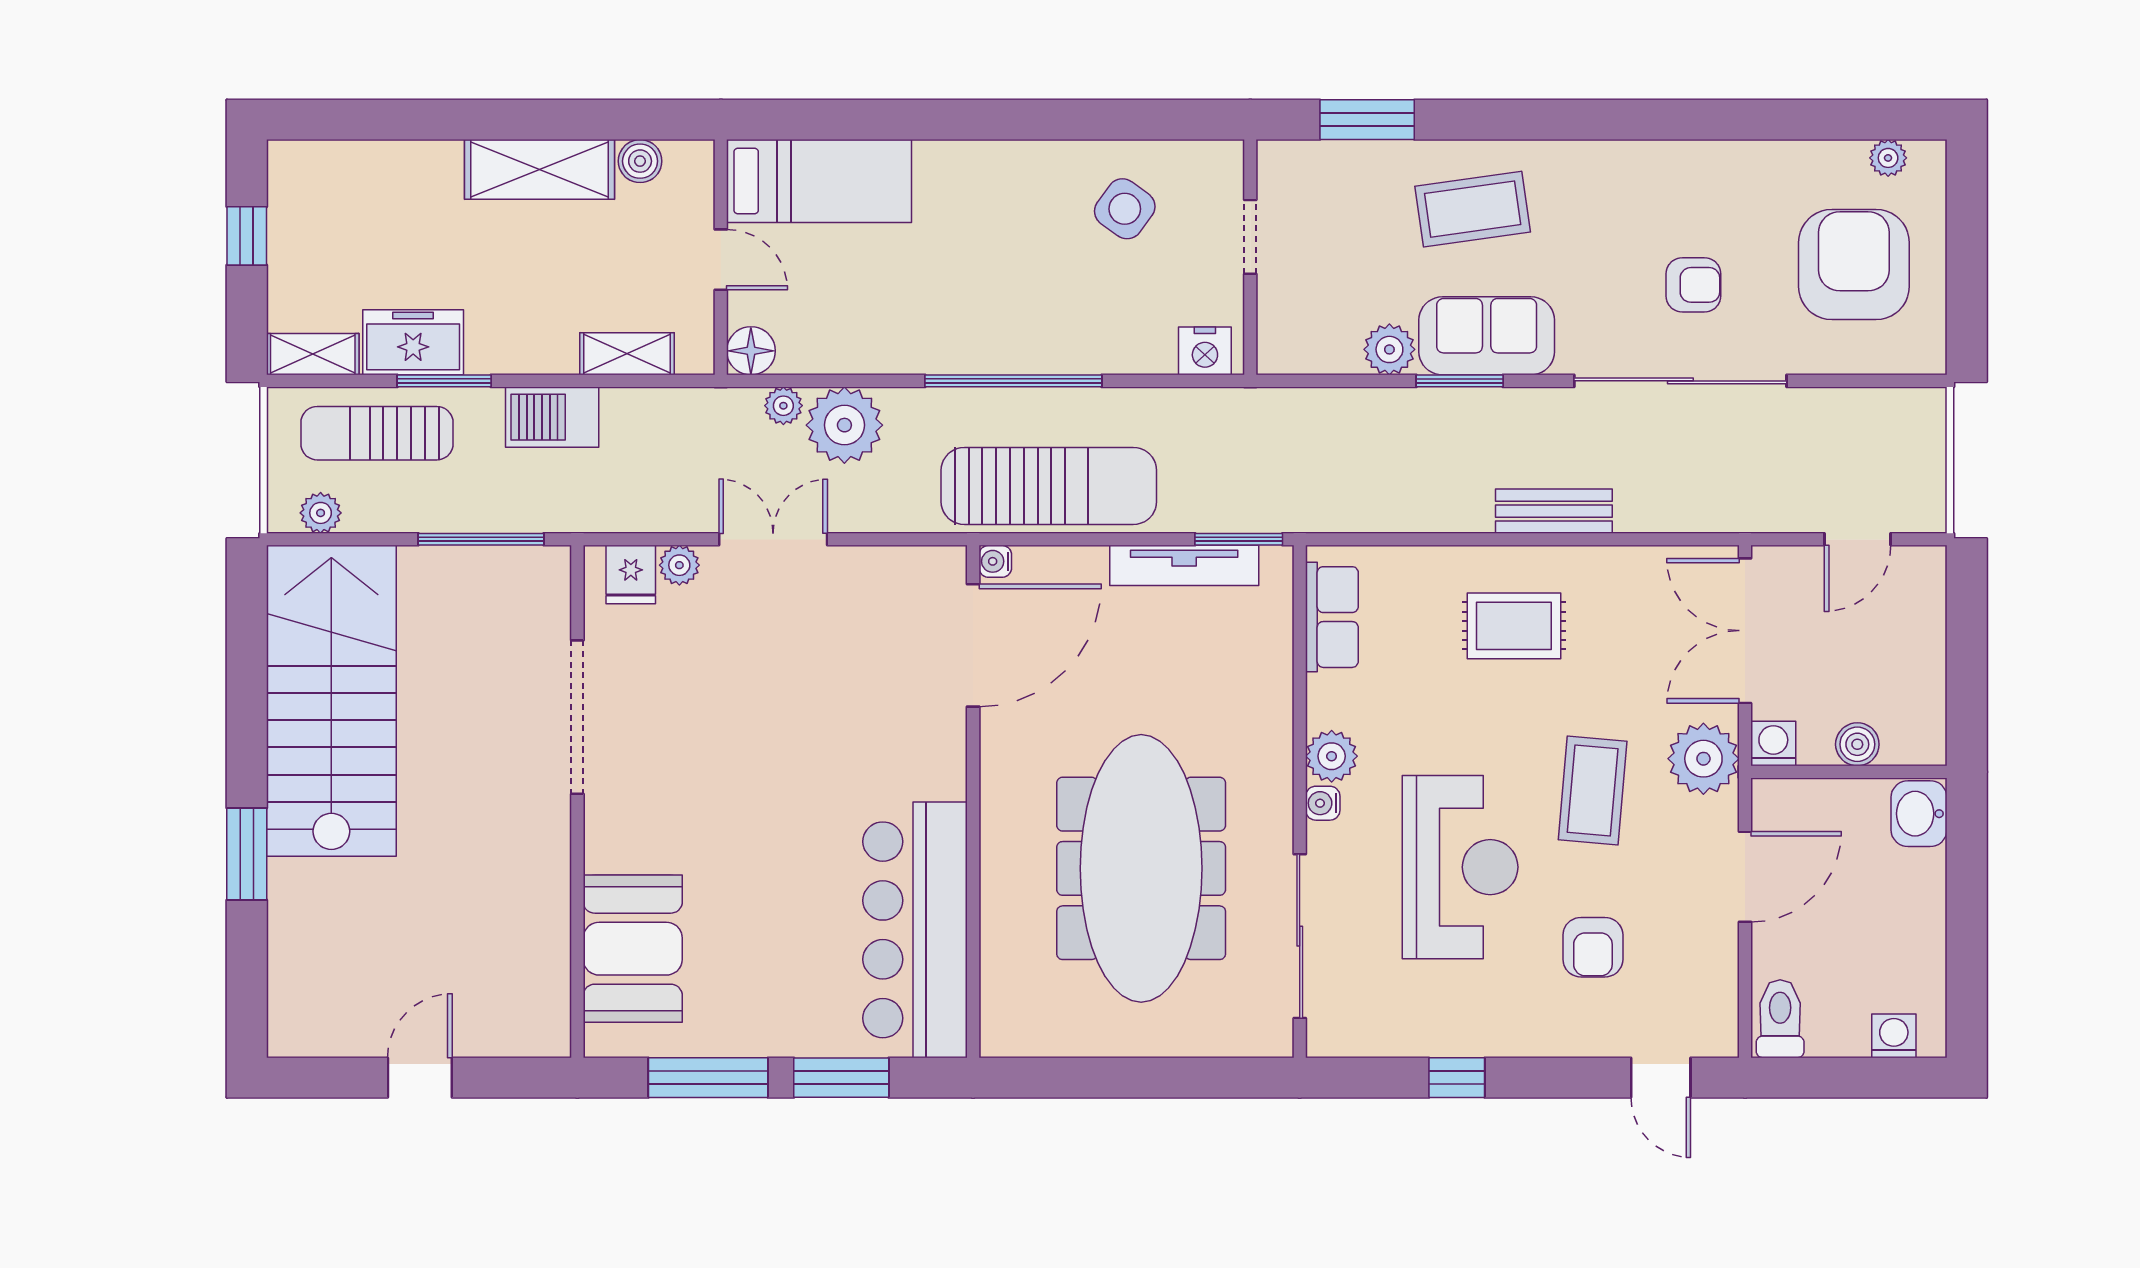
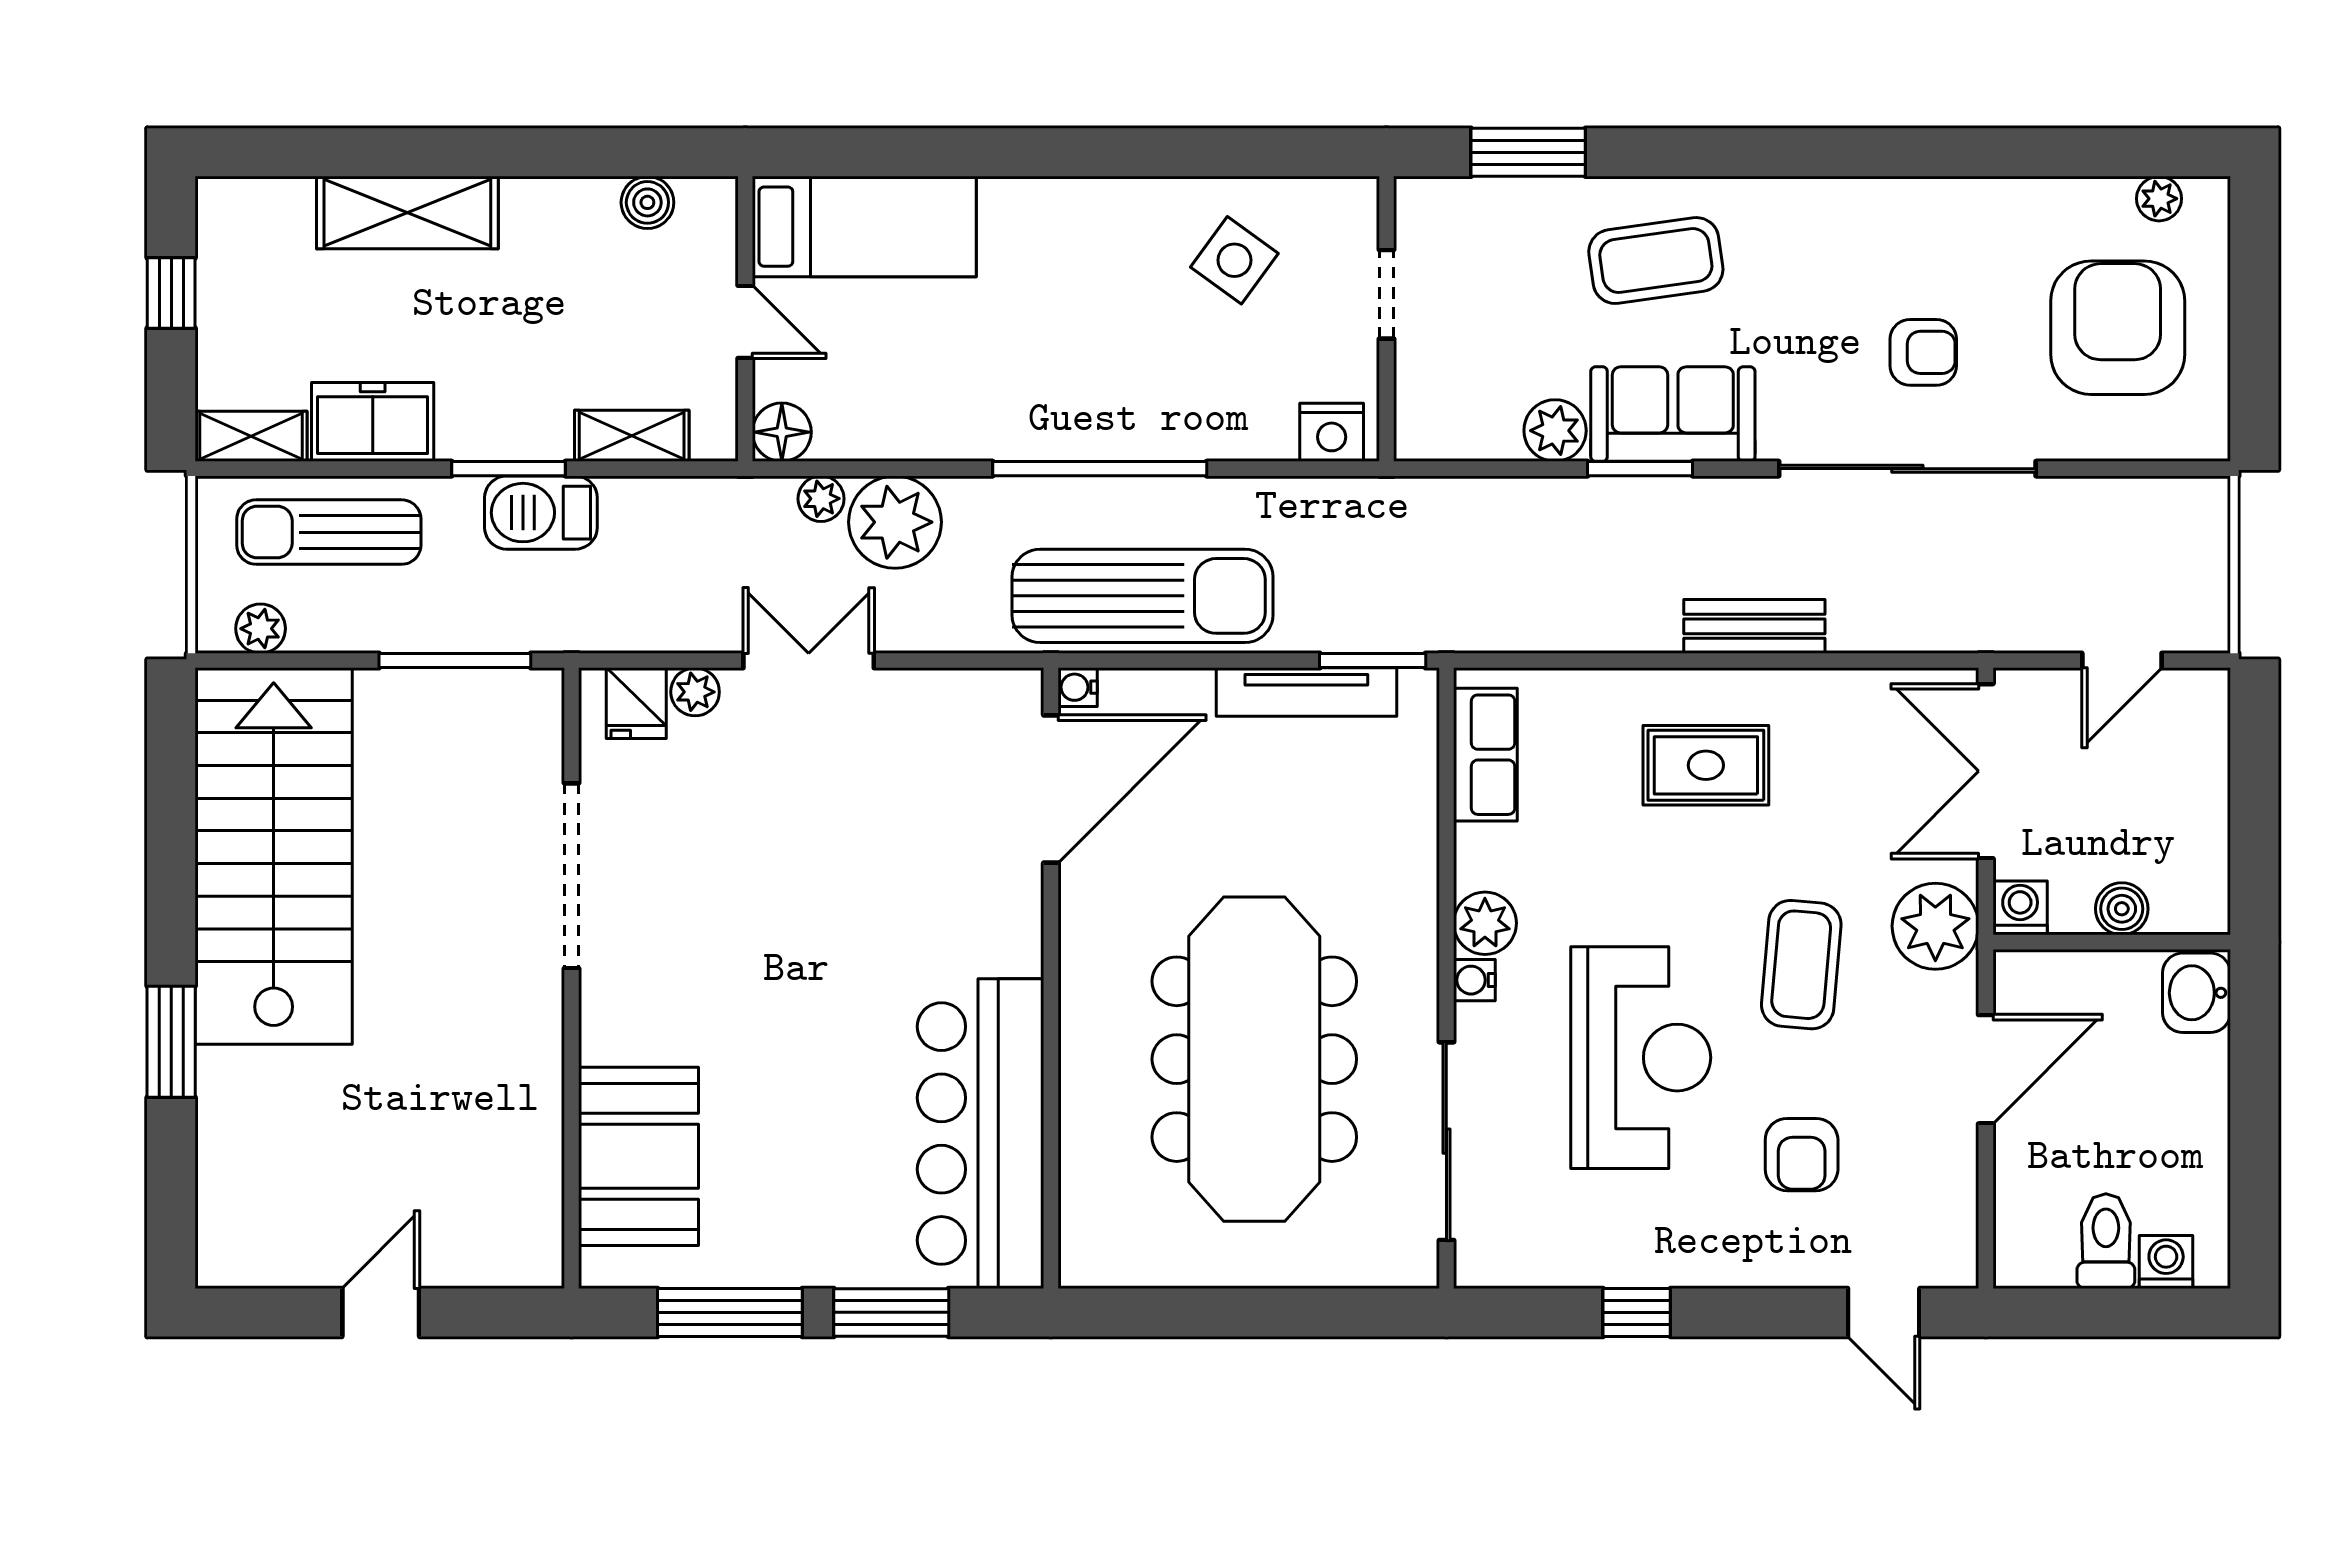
shelving: (539, 169) -> (407, 213), moved
window: (444, 381) -> (508, 469), moved
toilet: (1780, 1019) -> (2106, 1241), moved

